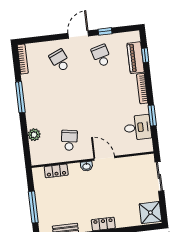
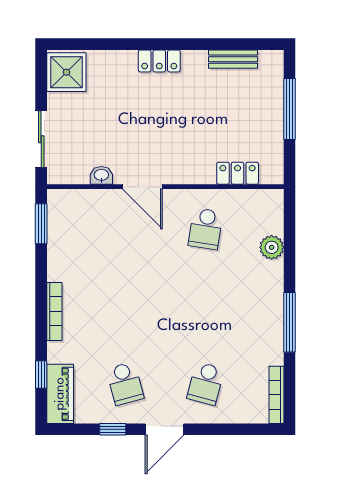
piano: (136, 58) -> (60, 394), moved
school desk: (60, 61) -> (206, 384), turned 39
window: (152, 116) -> (41, 224), moved
desk: (138, 127) -> (72, 238), removed
washbasin: (87, 166) -> (101, 175), moved

